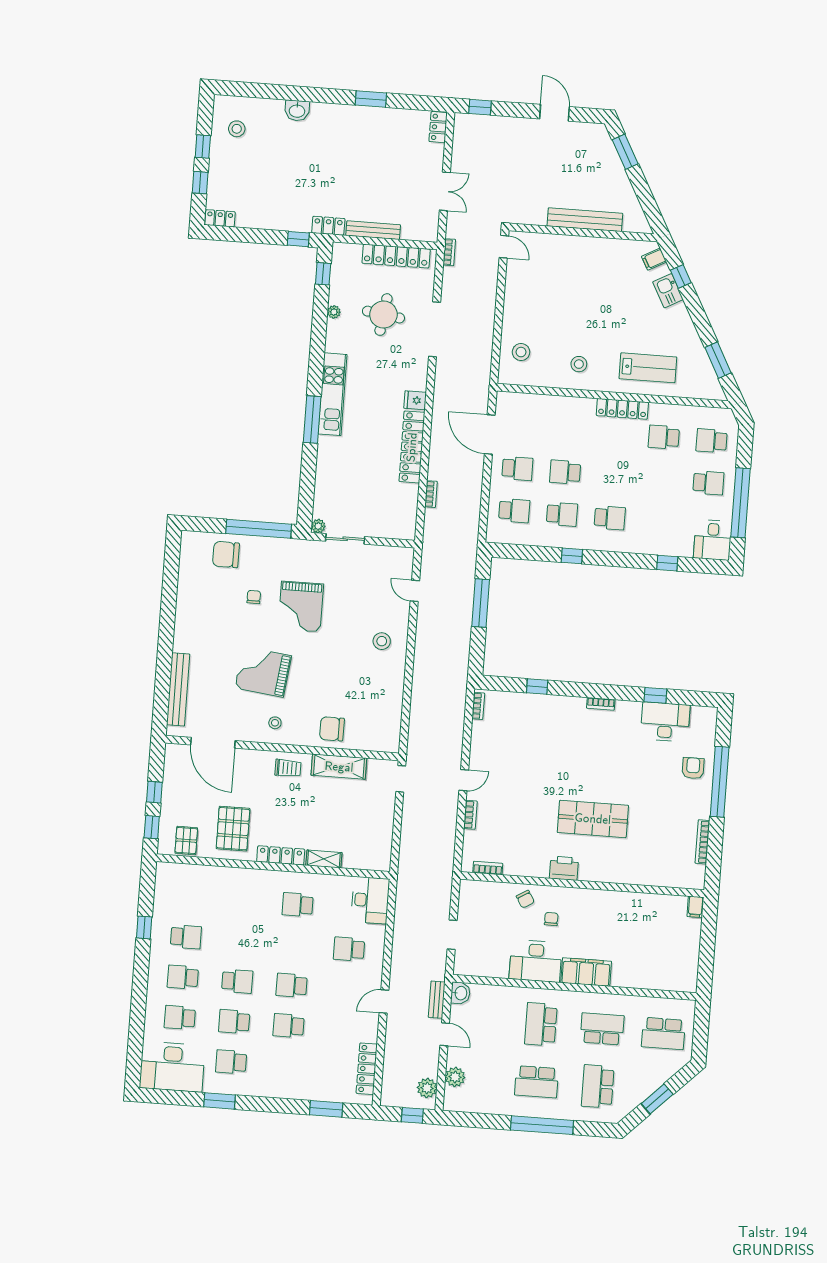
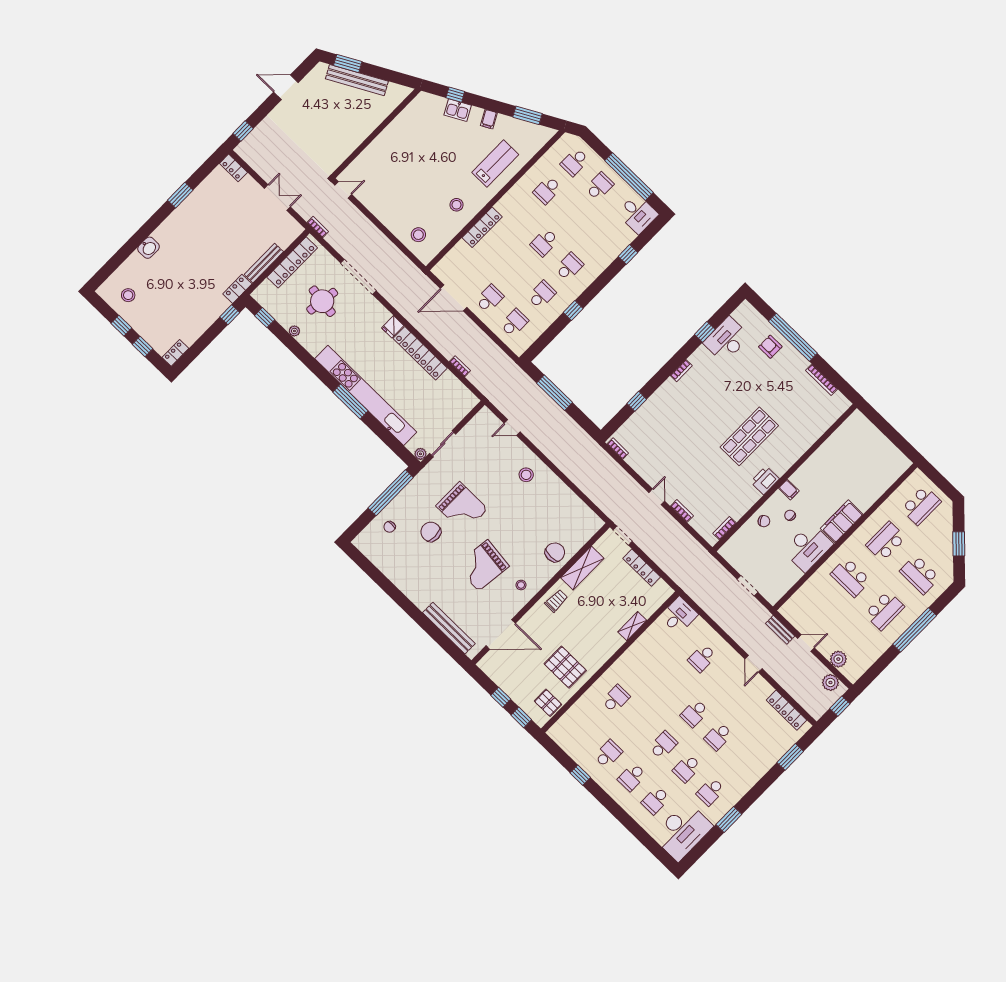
bench: (585, 220) -> (357, 80), moved, turned 62
filing cabinet: (654, 259) -> (489, 119), moved
kitchen unit: (333, 394) -> (366, 395), width x1.86
locker: (622, 409) -> (482, 227), moved
school desk: (565, 472) -> (544, 242), moved
chair: (226, 555) -> (390, 527), width x0.54, depth x0.54
chair: (254, 597) -> (431, 532), width x1.87, depth x1.87
chair: (332, 729) -> (555, 552), turned 180
locker: (281, 855) -> (642, 568), moved, turned -90
desk: (370, 900) -> (679, 615), width x0.73
school desk: (298, 905) -> (616, 699), moved, turned 180
filing cabinet: (695, 907) -> (789, 490), moved
washbasin: (460, 993) -> (789, 611), removed

